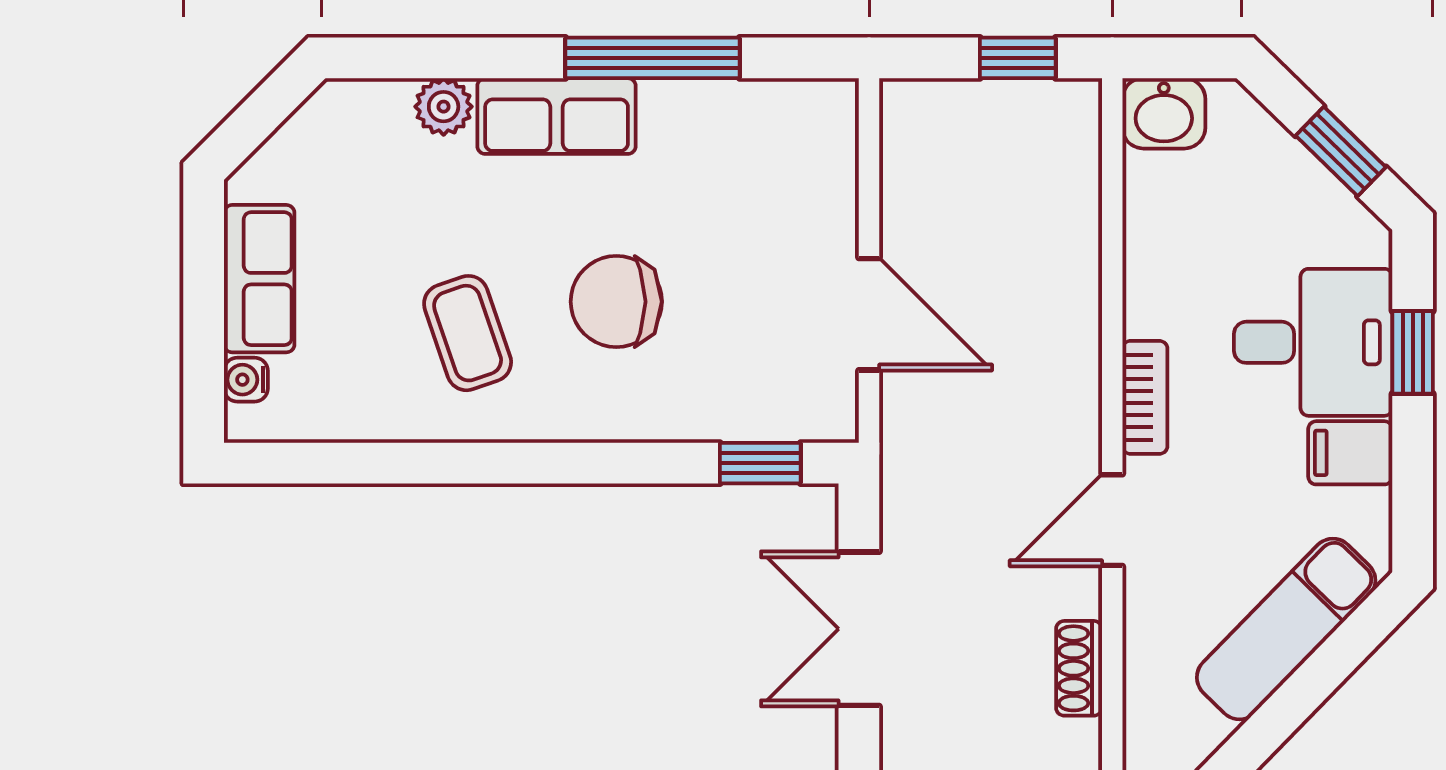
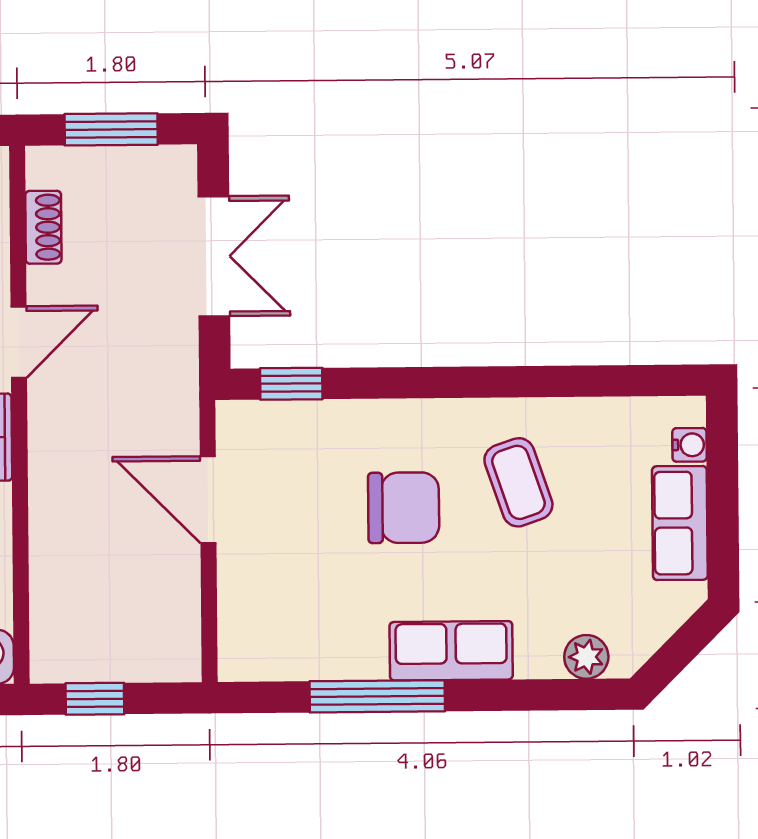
plant: (444, 107) -> (586, 657), moved

